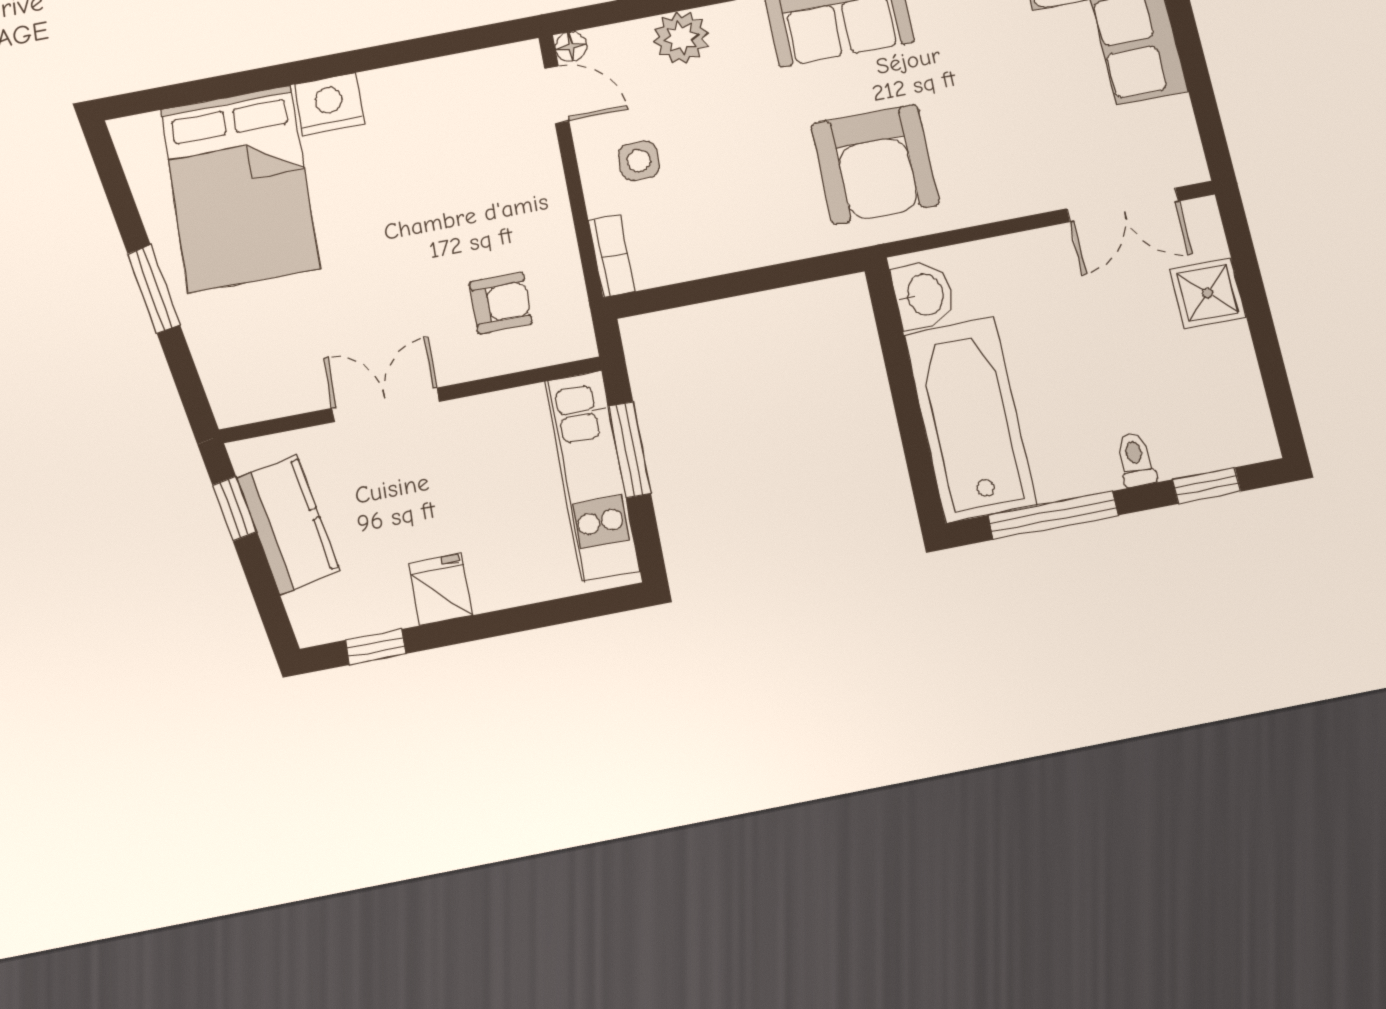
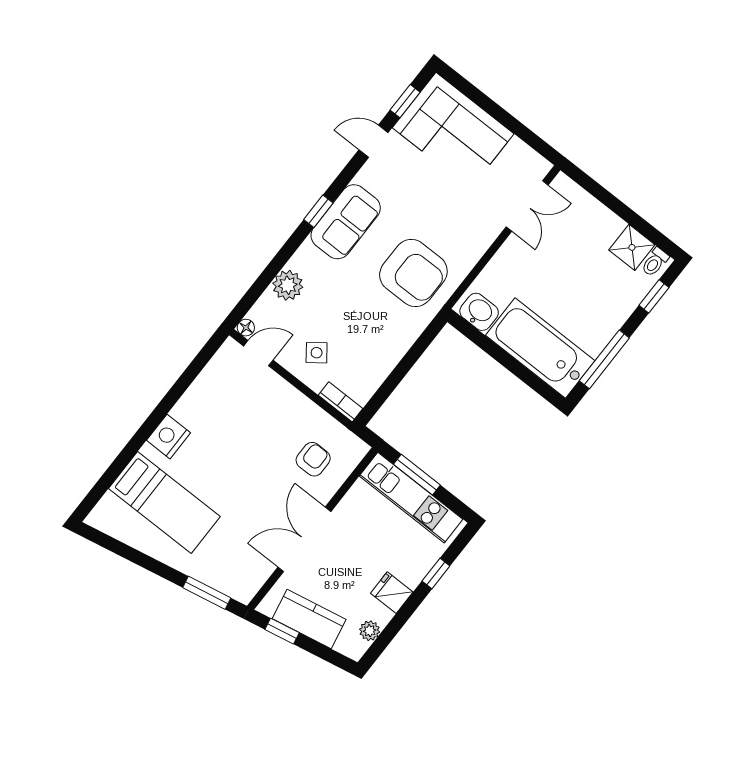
side table: (639, 161) -> (317, 353), turned -37
bed: (240, 188) -> (164, 502), width x0.67
window: (154, 289) -> (207, 593), moved
shower: (1208, 293) -> (632, 247), moved
double door: (386, 405) -> (304, 539), width x1.37
toilet: (1135, 459) -> (655, 262), moved, turned -90
plant: (359, 617) -> (370, 631), added
window: (376, 647) -> (436, 573), moved

